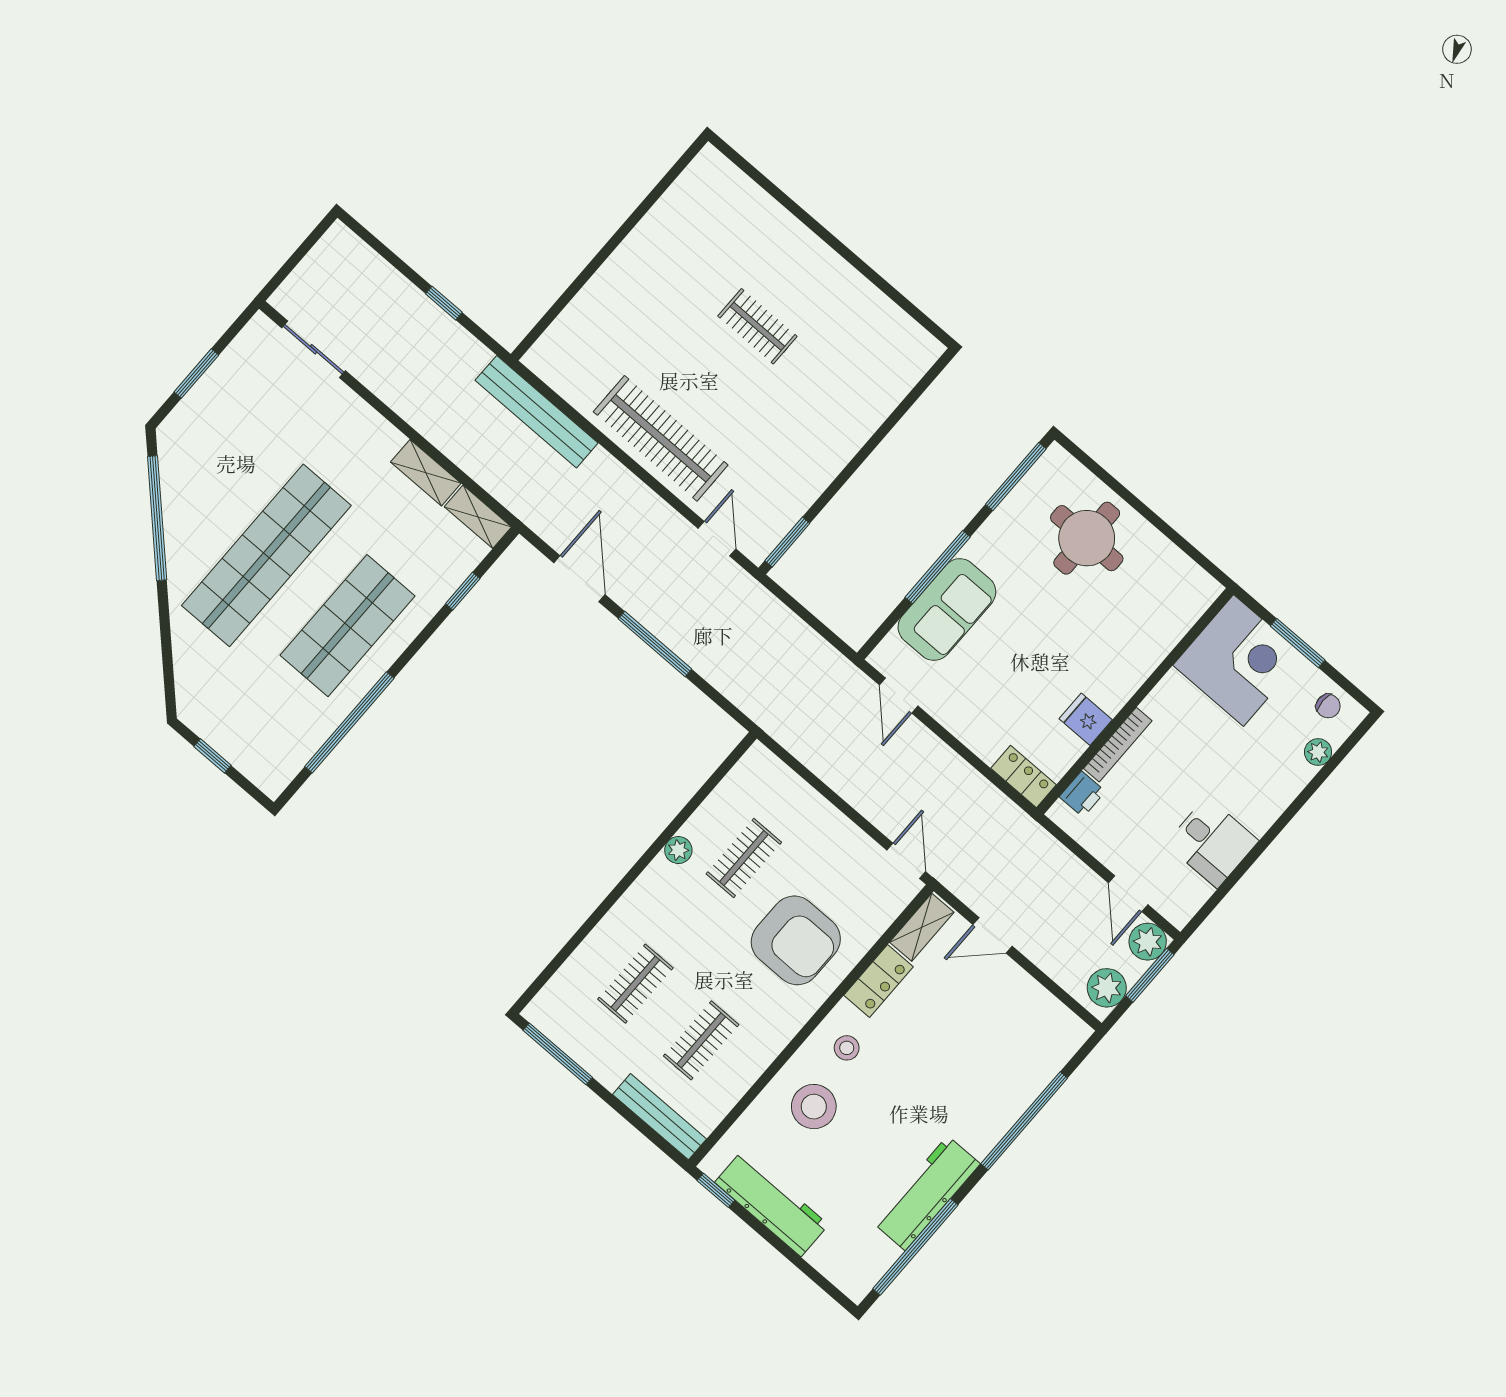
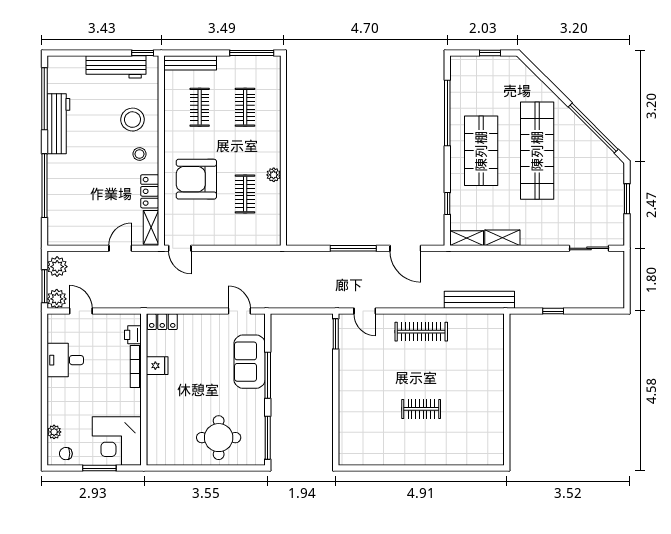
clothes rail: (661, 438) -> (421, 332), width x0.73, depth x0.76

